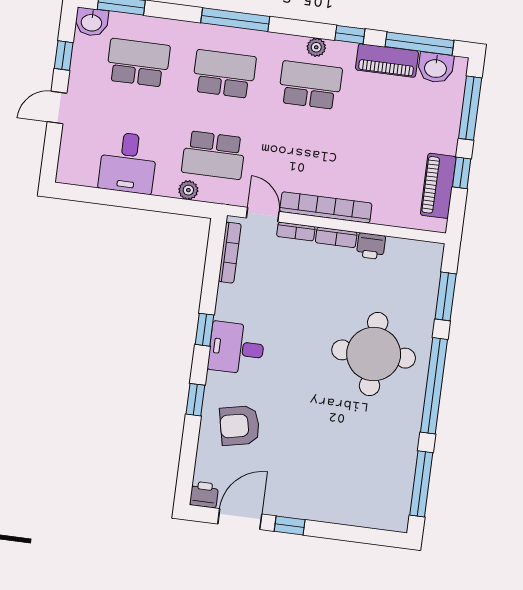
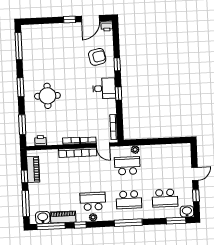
school desk: (310, 85) -> (93, 201), turned 180
desk: (128, 163) -> (162, 156), removed
printer: (371, 246) -> (41, 141), moved
round table: (374, 354) -> (47, 96), width x0.73, depth x0.73
window: (434, 386) -> (20, 87), width x0.47

